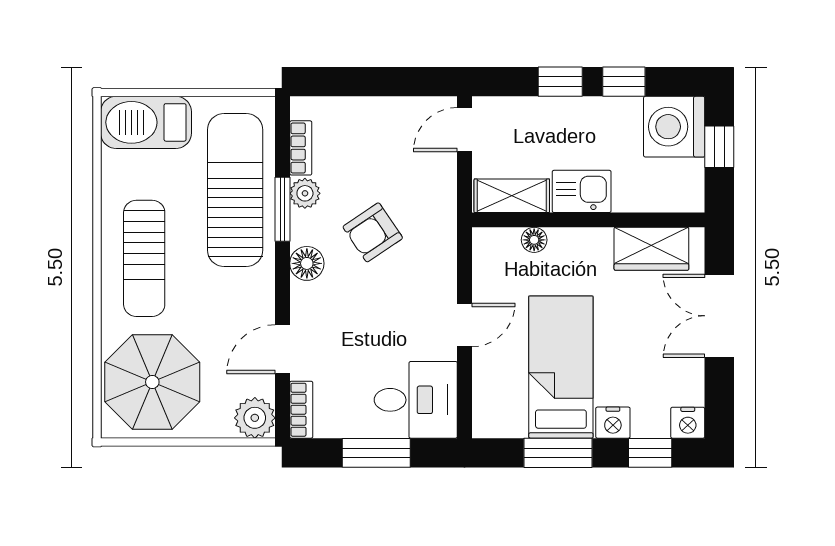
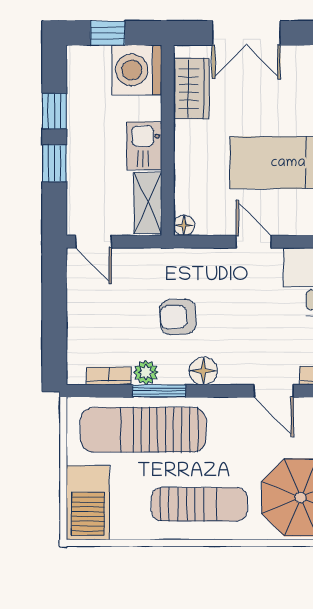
washing machine: (674, 127) -> (137, 70), moved, turned 90
armchair: (373, 232) -> (178, 317), turned 121
floor lamp: (534, 240) -> (184, 225), moved

